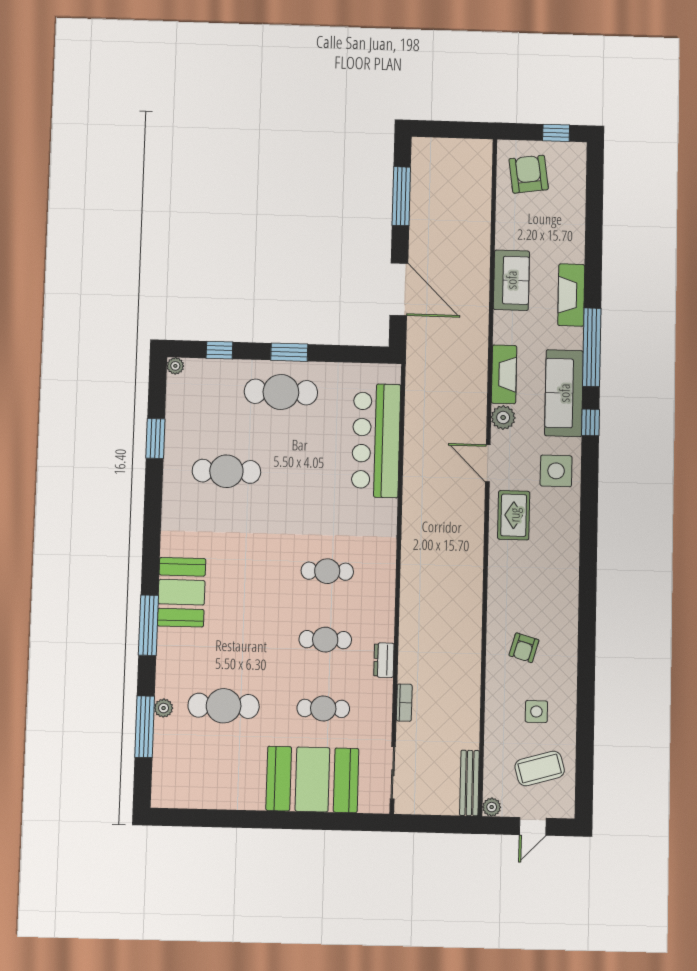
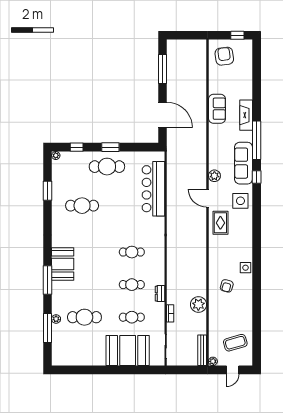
fireplace: (504, 374) -> (214, 155), removed
plant: (464, 685) -> (198, 305), added
side table: (536, 712) -> (246, 268), moved

